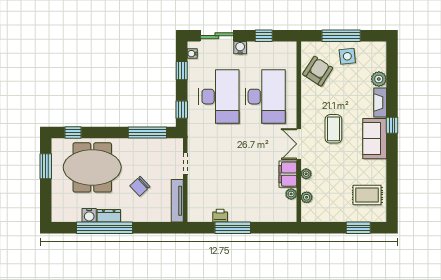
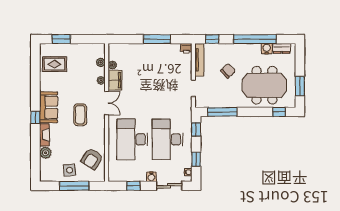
dresser: (109, 216) -> (282, 48), moved
printer: (220, 216) -> (186, 48), moved
window: (161, 228) -> (212, 39), added

